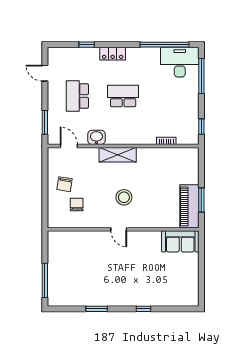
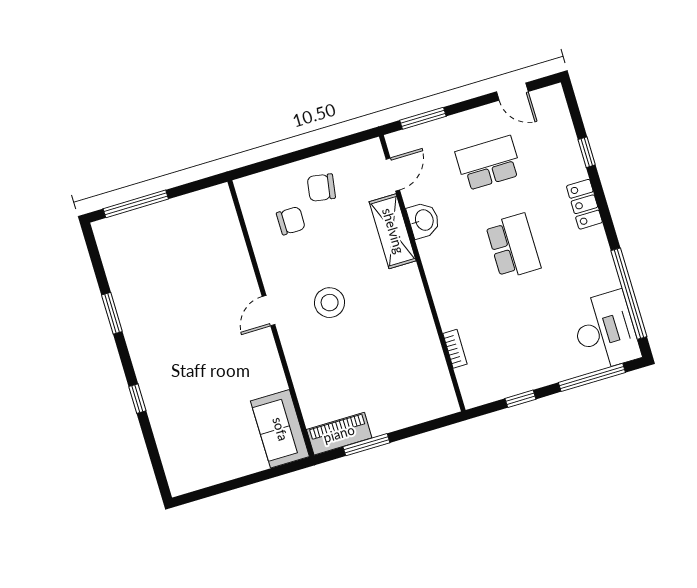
door: (45, 73) -> (512, 92), swing flipped
window: (201, 127) -> (520, 399), moved
shelving: (118, 155) -> (393, 231), moved
piano: (189, 206) -> (339, 434), width x0.73, depth x0.75

